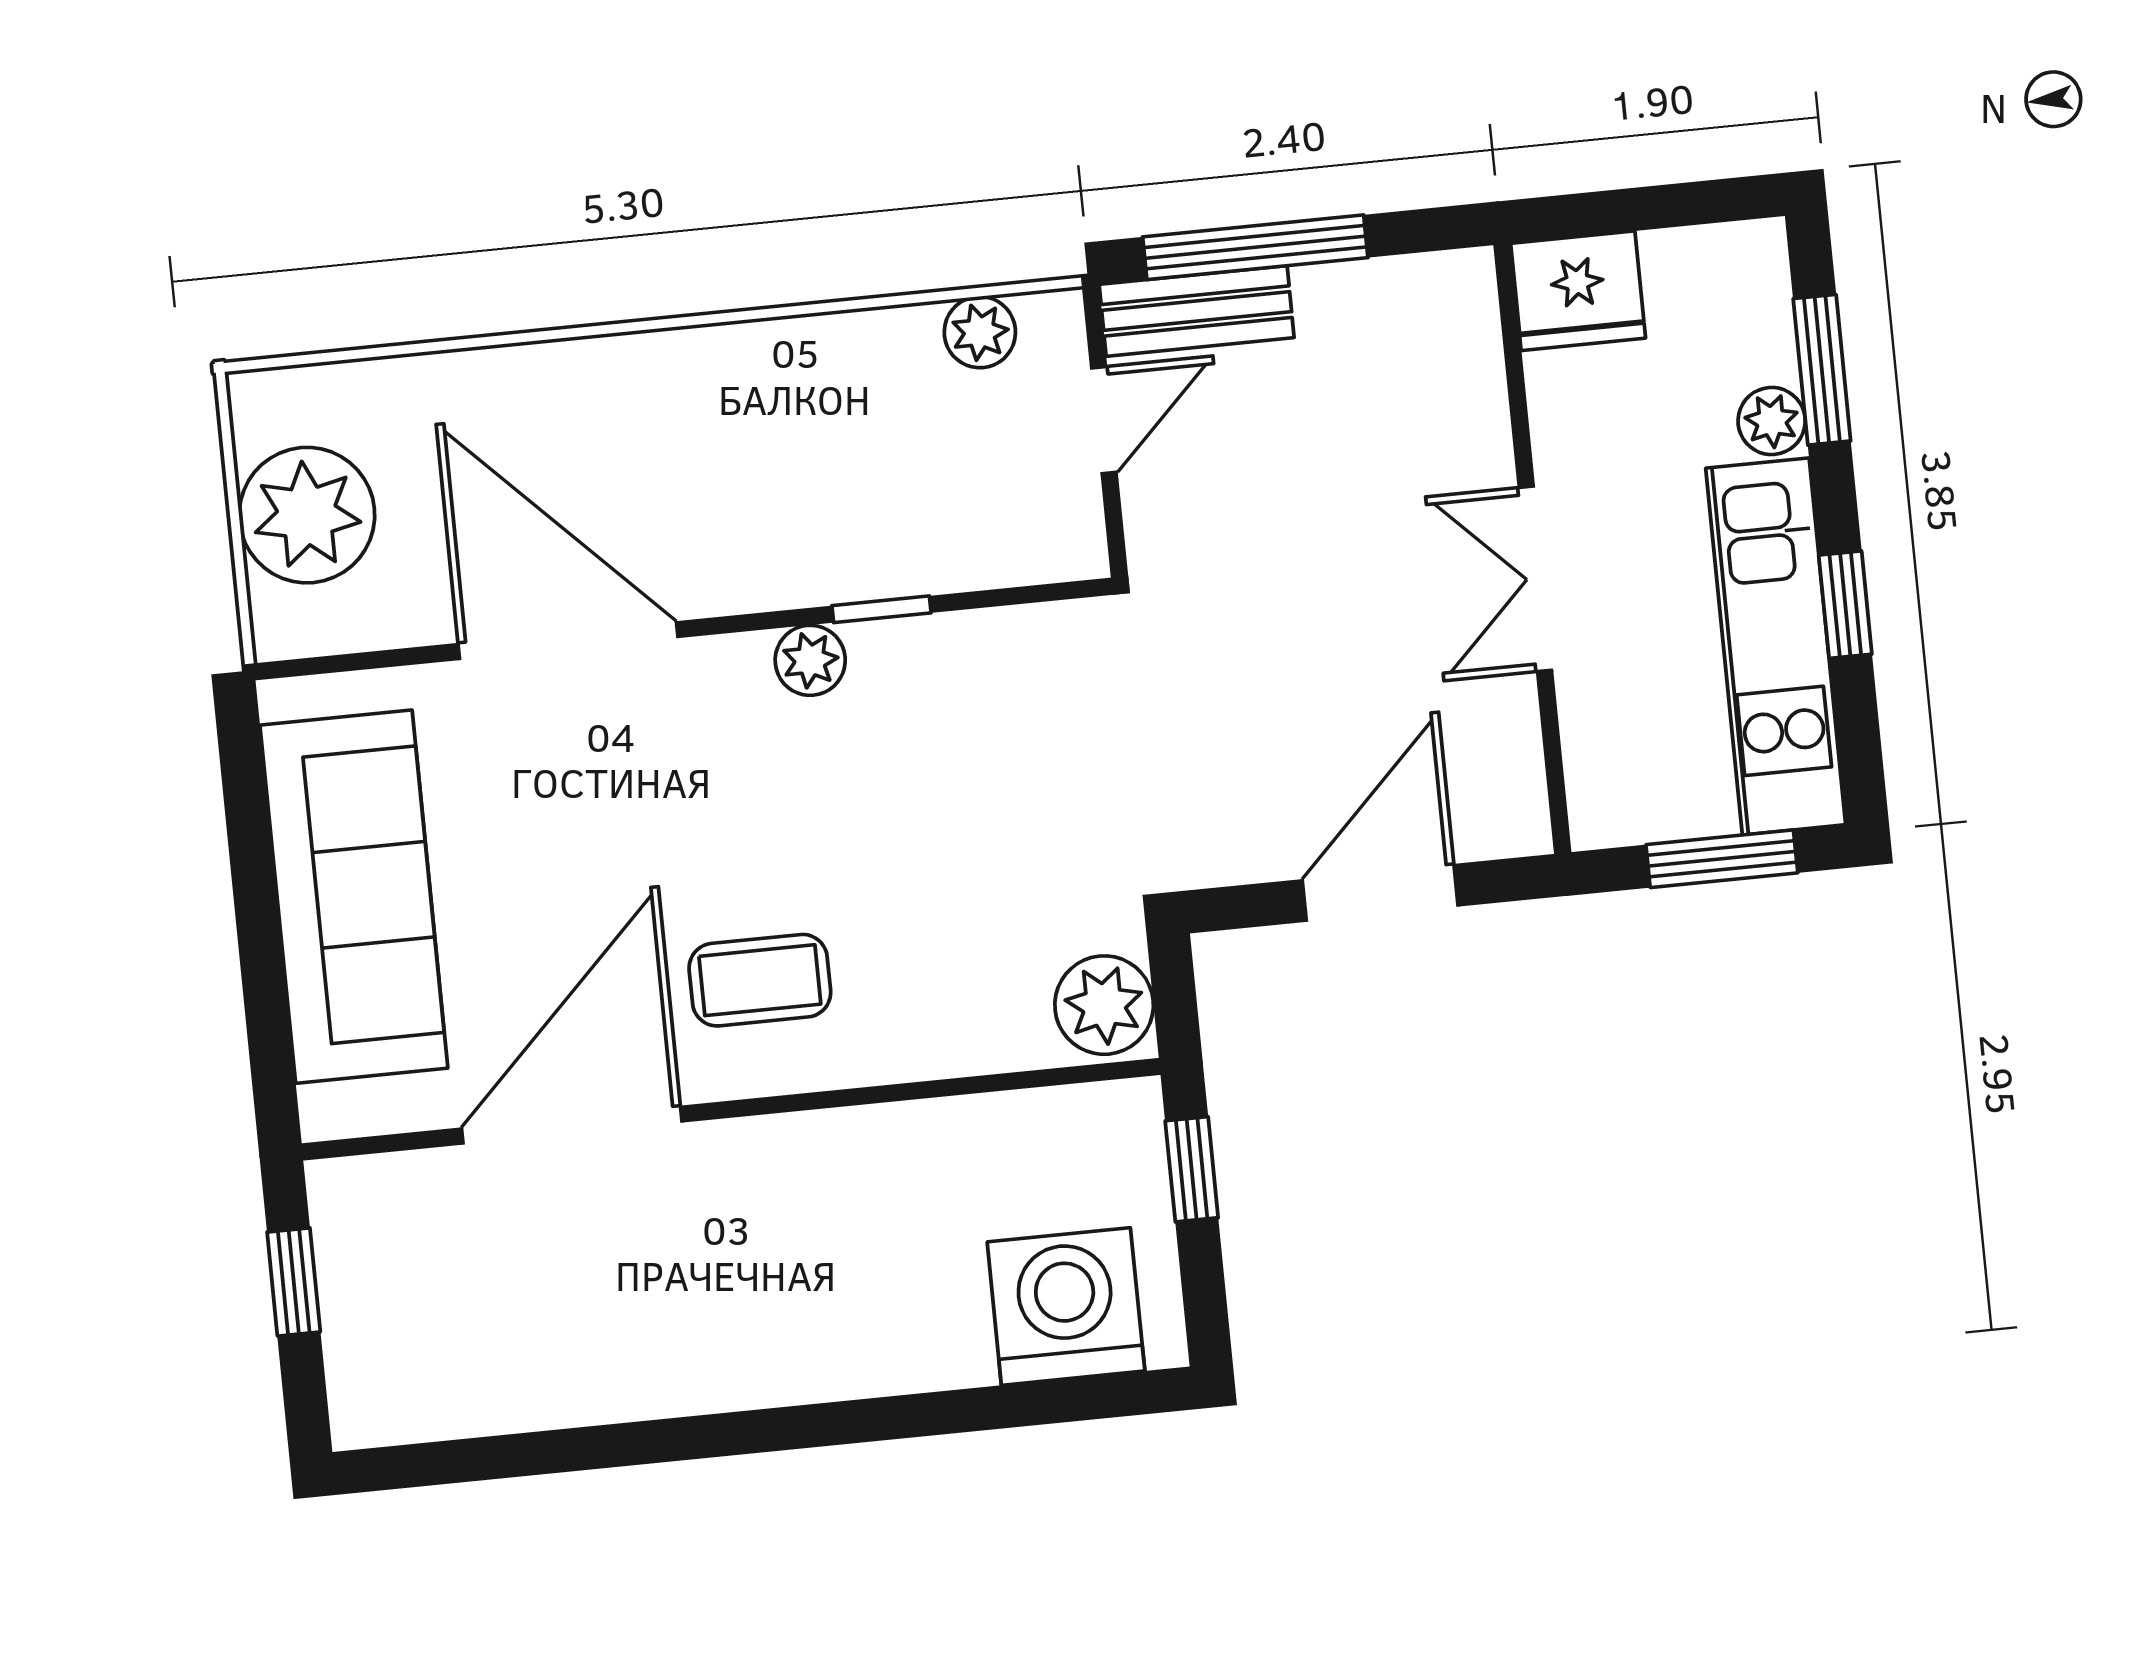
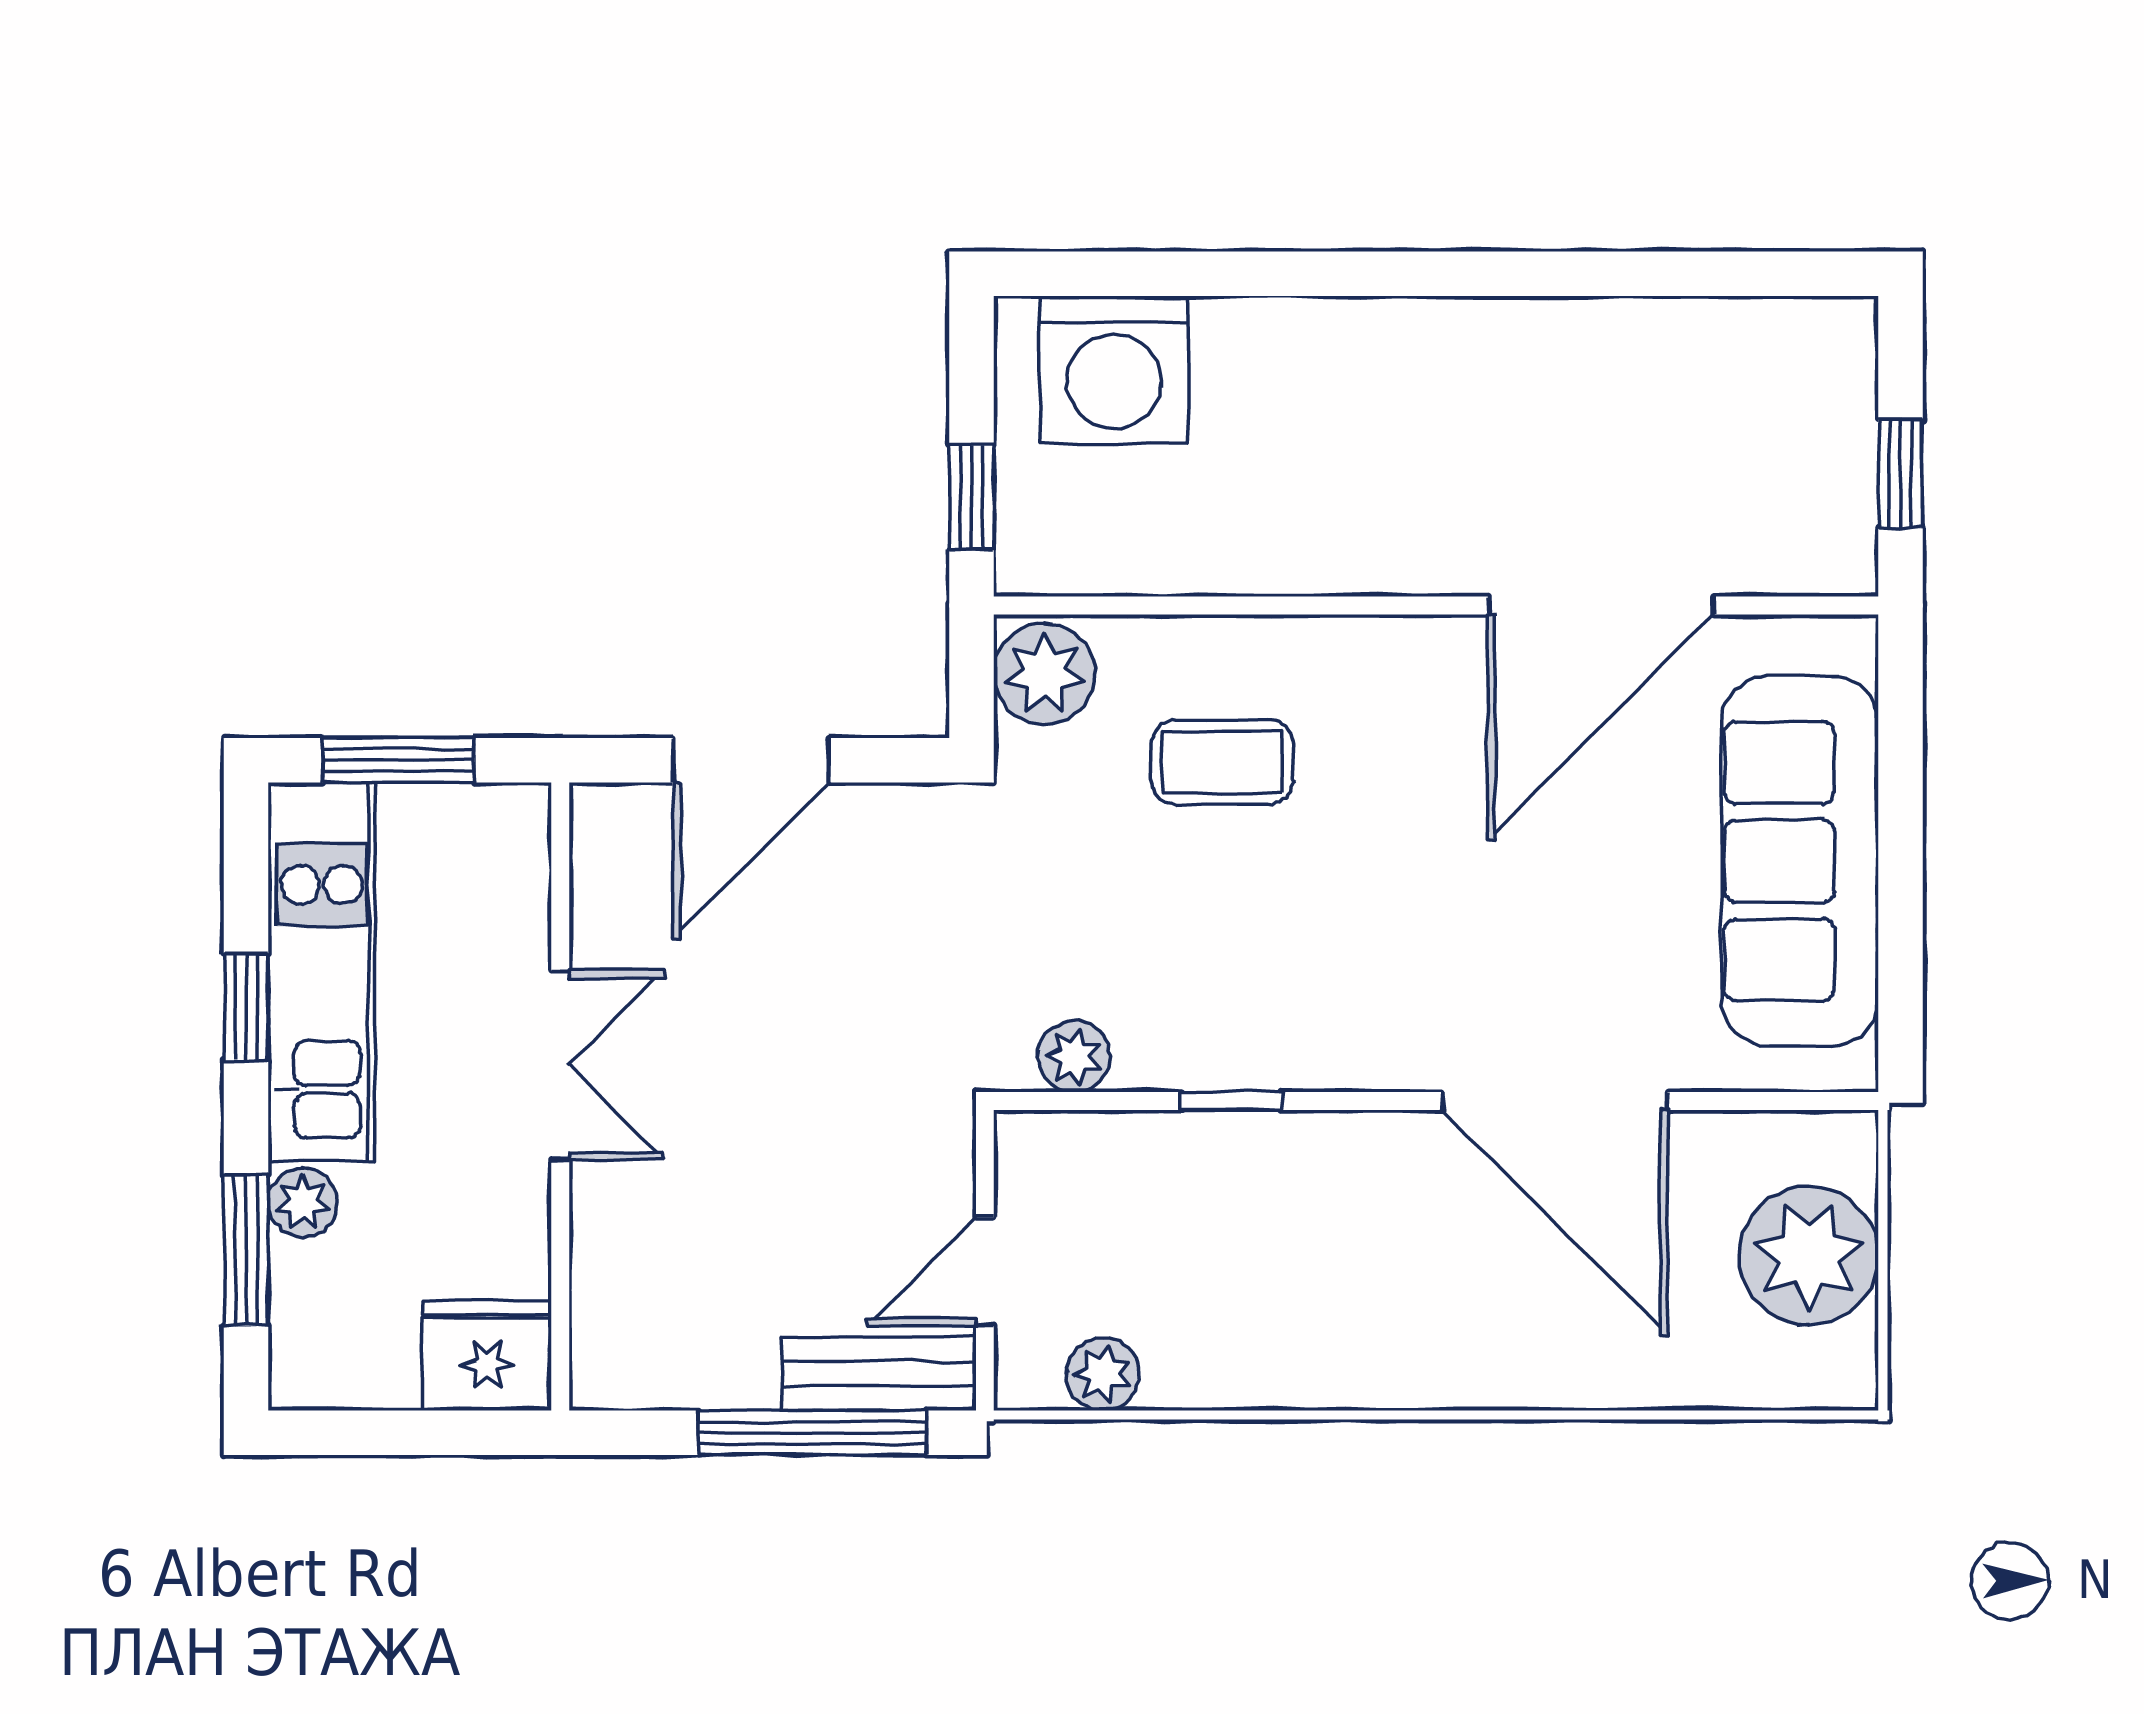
plant: (810, 660) -> (1074, 1056), moved
coffee table: (760, 980) -> (1222, 762), moved

